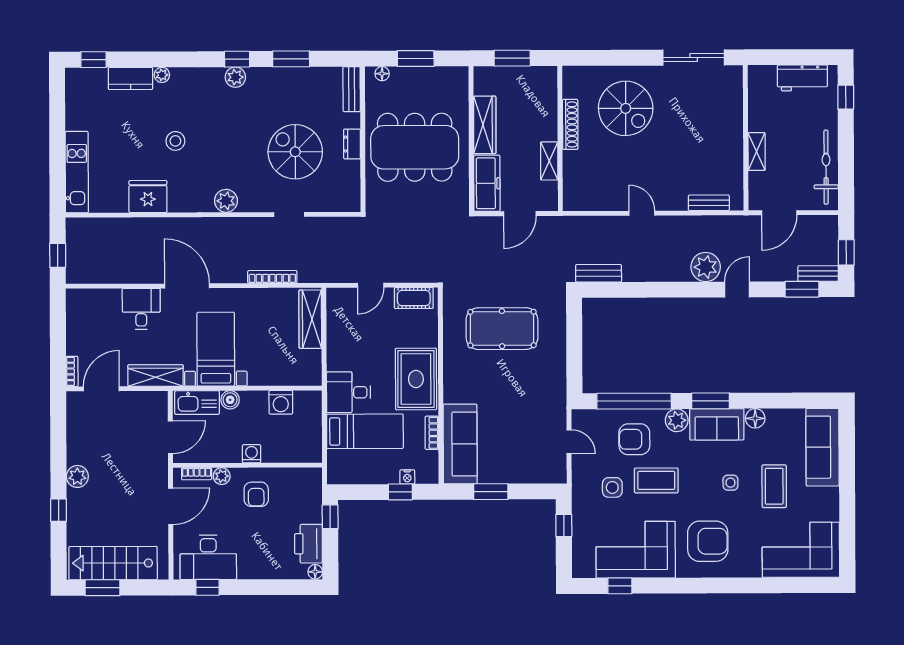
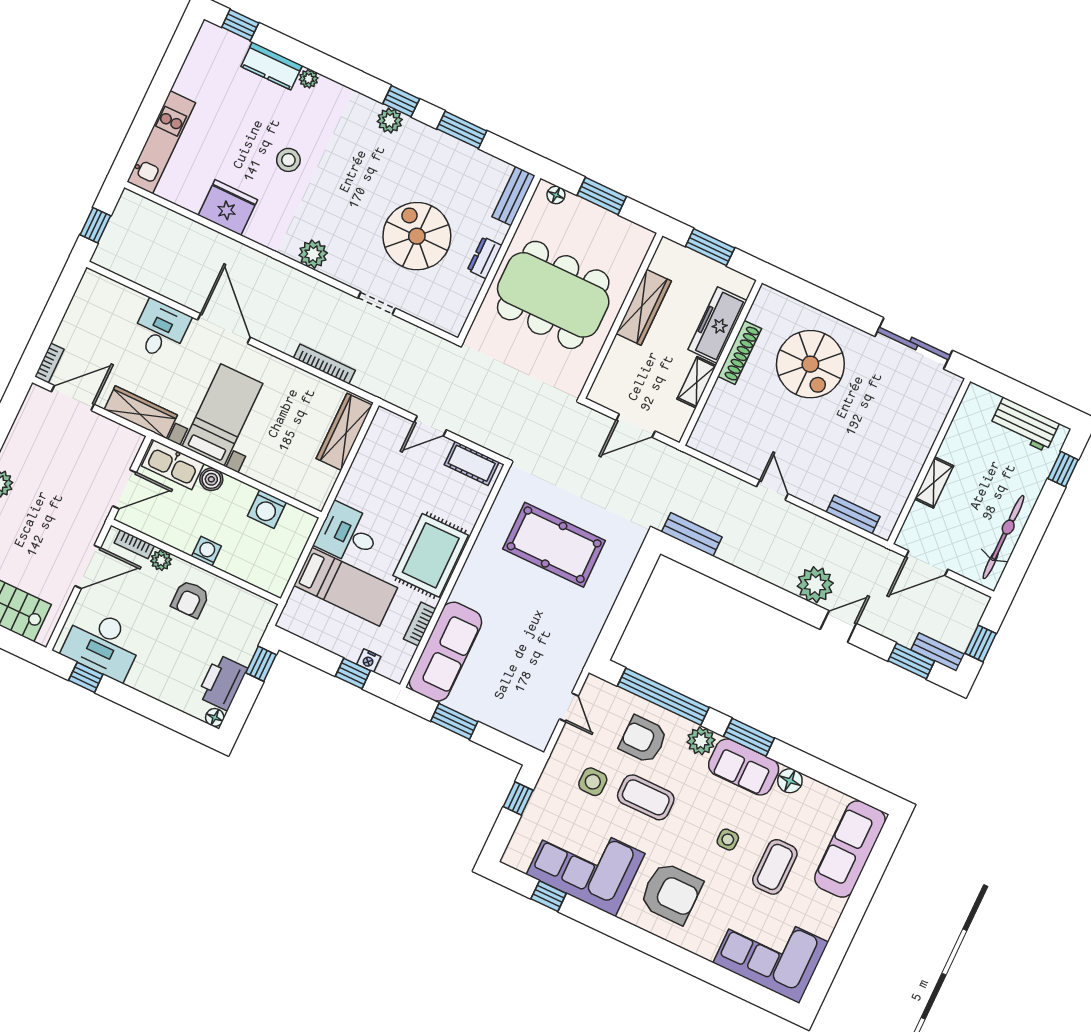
freezer: (487, 183) -> (717, 325), moved, turned 180

